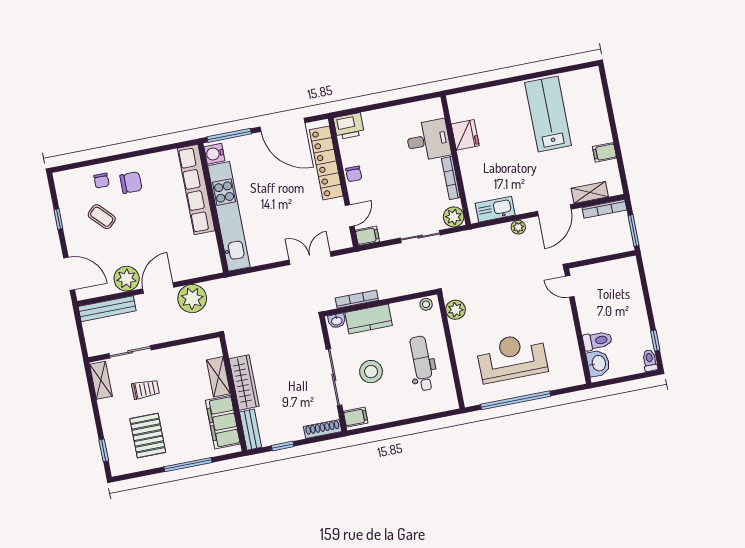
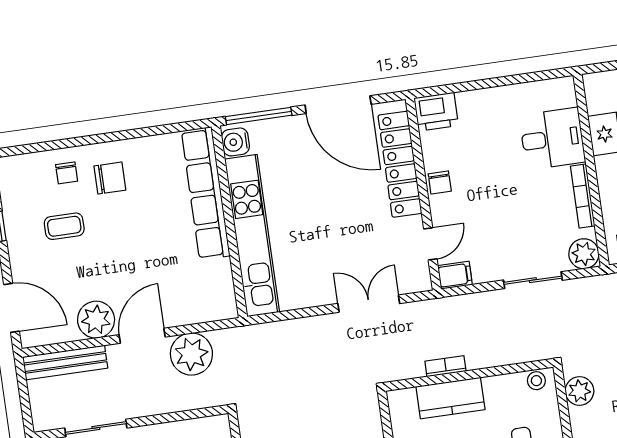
coffee table: (102, 217) -> (64, 226), turned -46
bookcase: (357, 299) -> (445, 366), width x0.64
washbasin: (337, 321) -> (403, 398), removed

